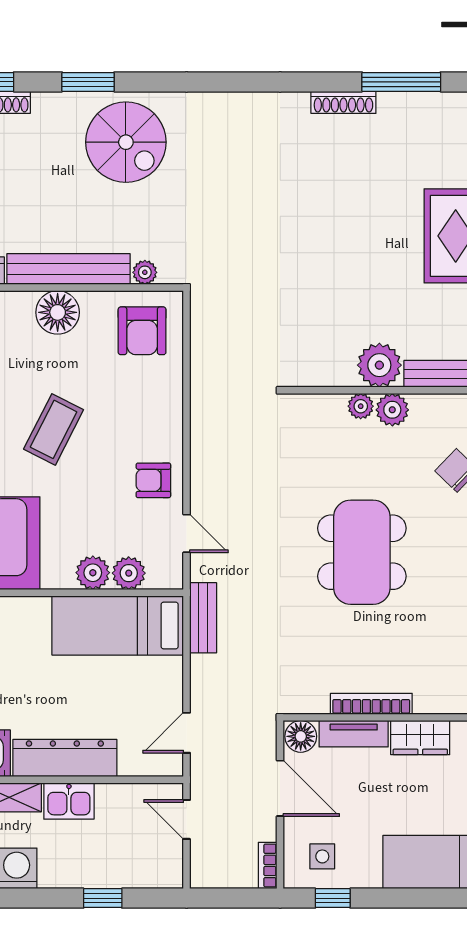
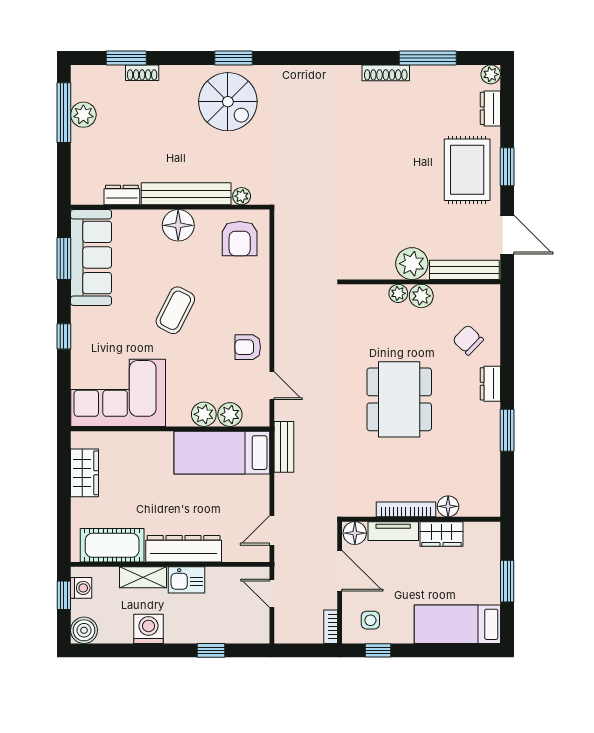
window: (88, 82) -> (234, 58), moved
floor lamp: (429, 700) -> (448, 506), added

